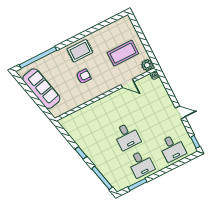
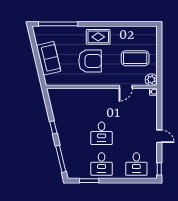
armchair: (84, 76) -> (90, 61), width x1.88, depth x1.88
door: (127, 83) -> (126, 87), hinge flipped
sofa: (41, 89) -> (48, 58), width x0.73

